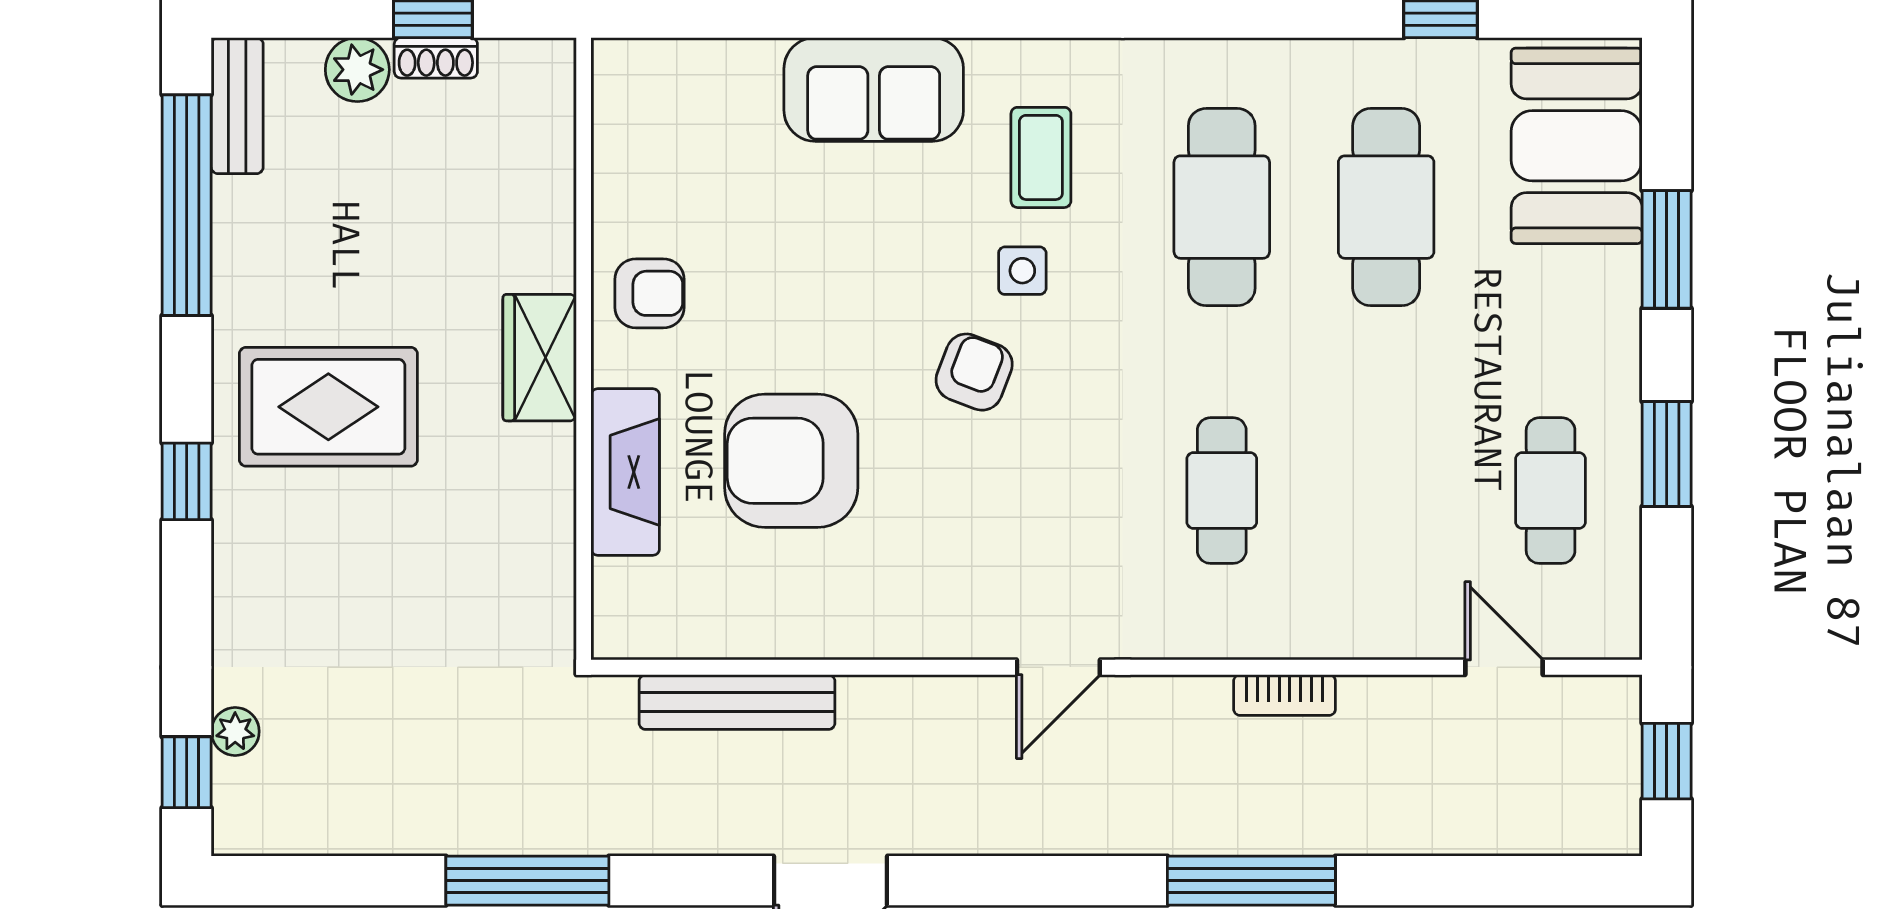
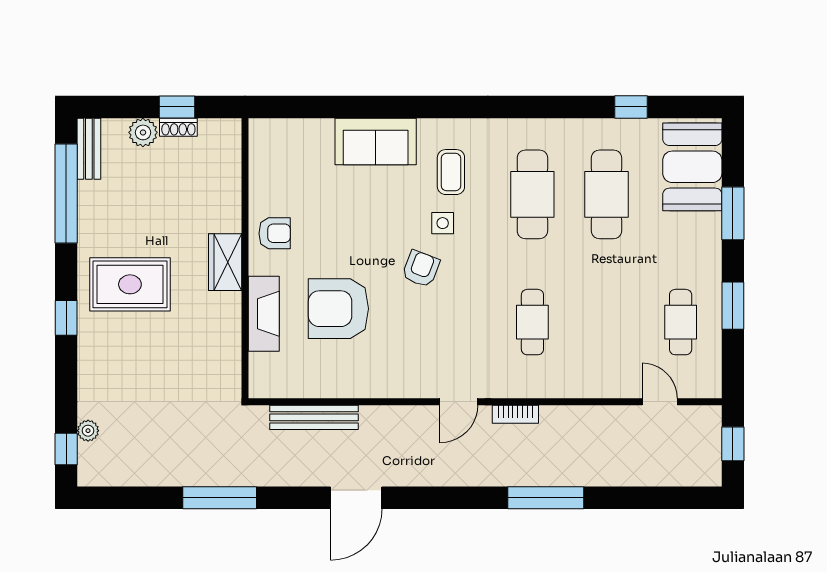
bookcase: (1285, 695) -> (515, 414), moved

